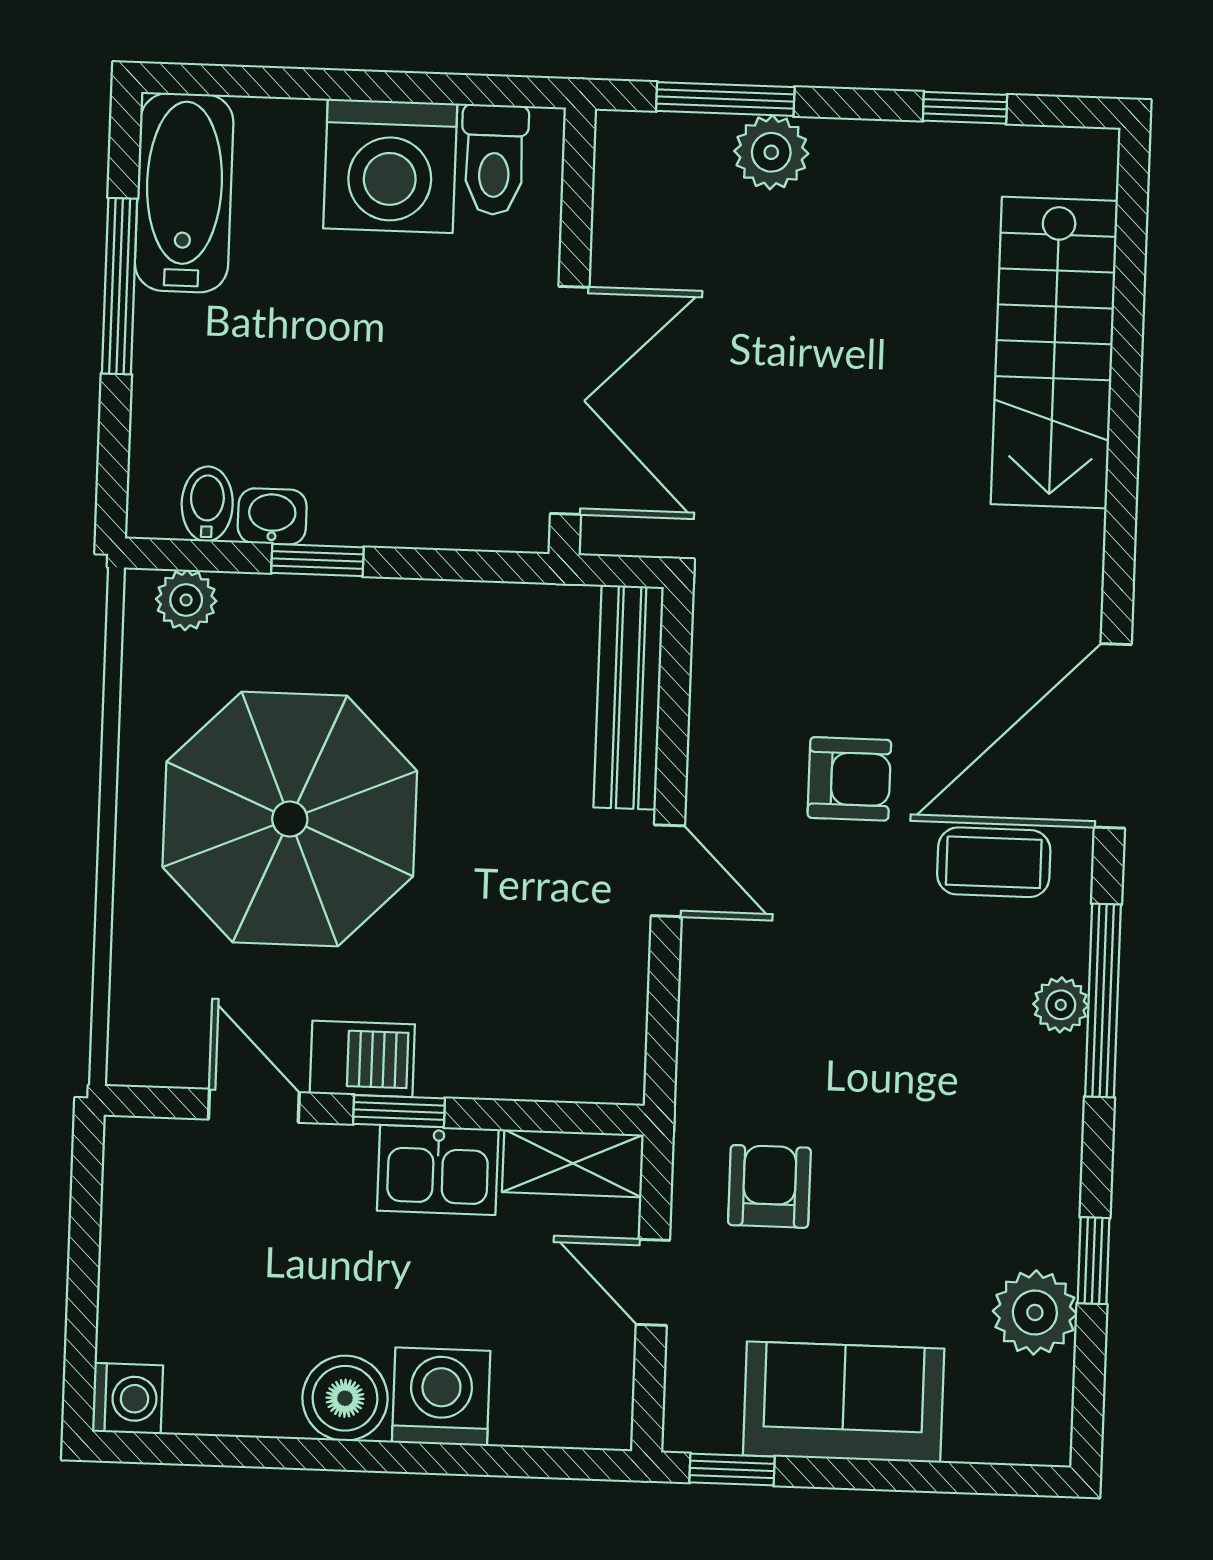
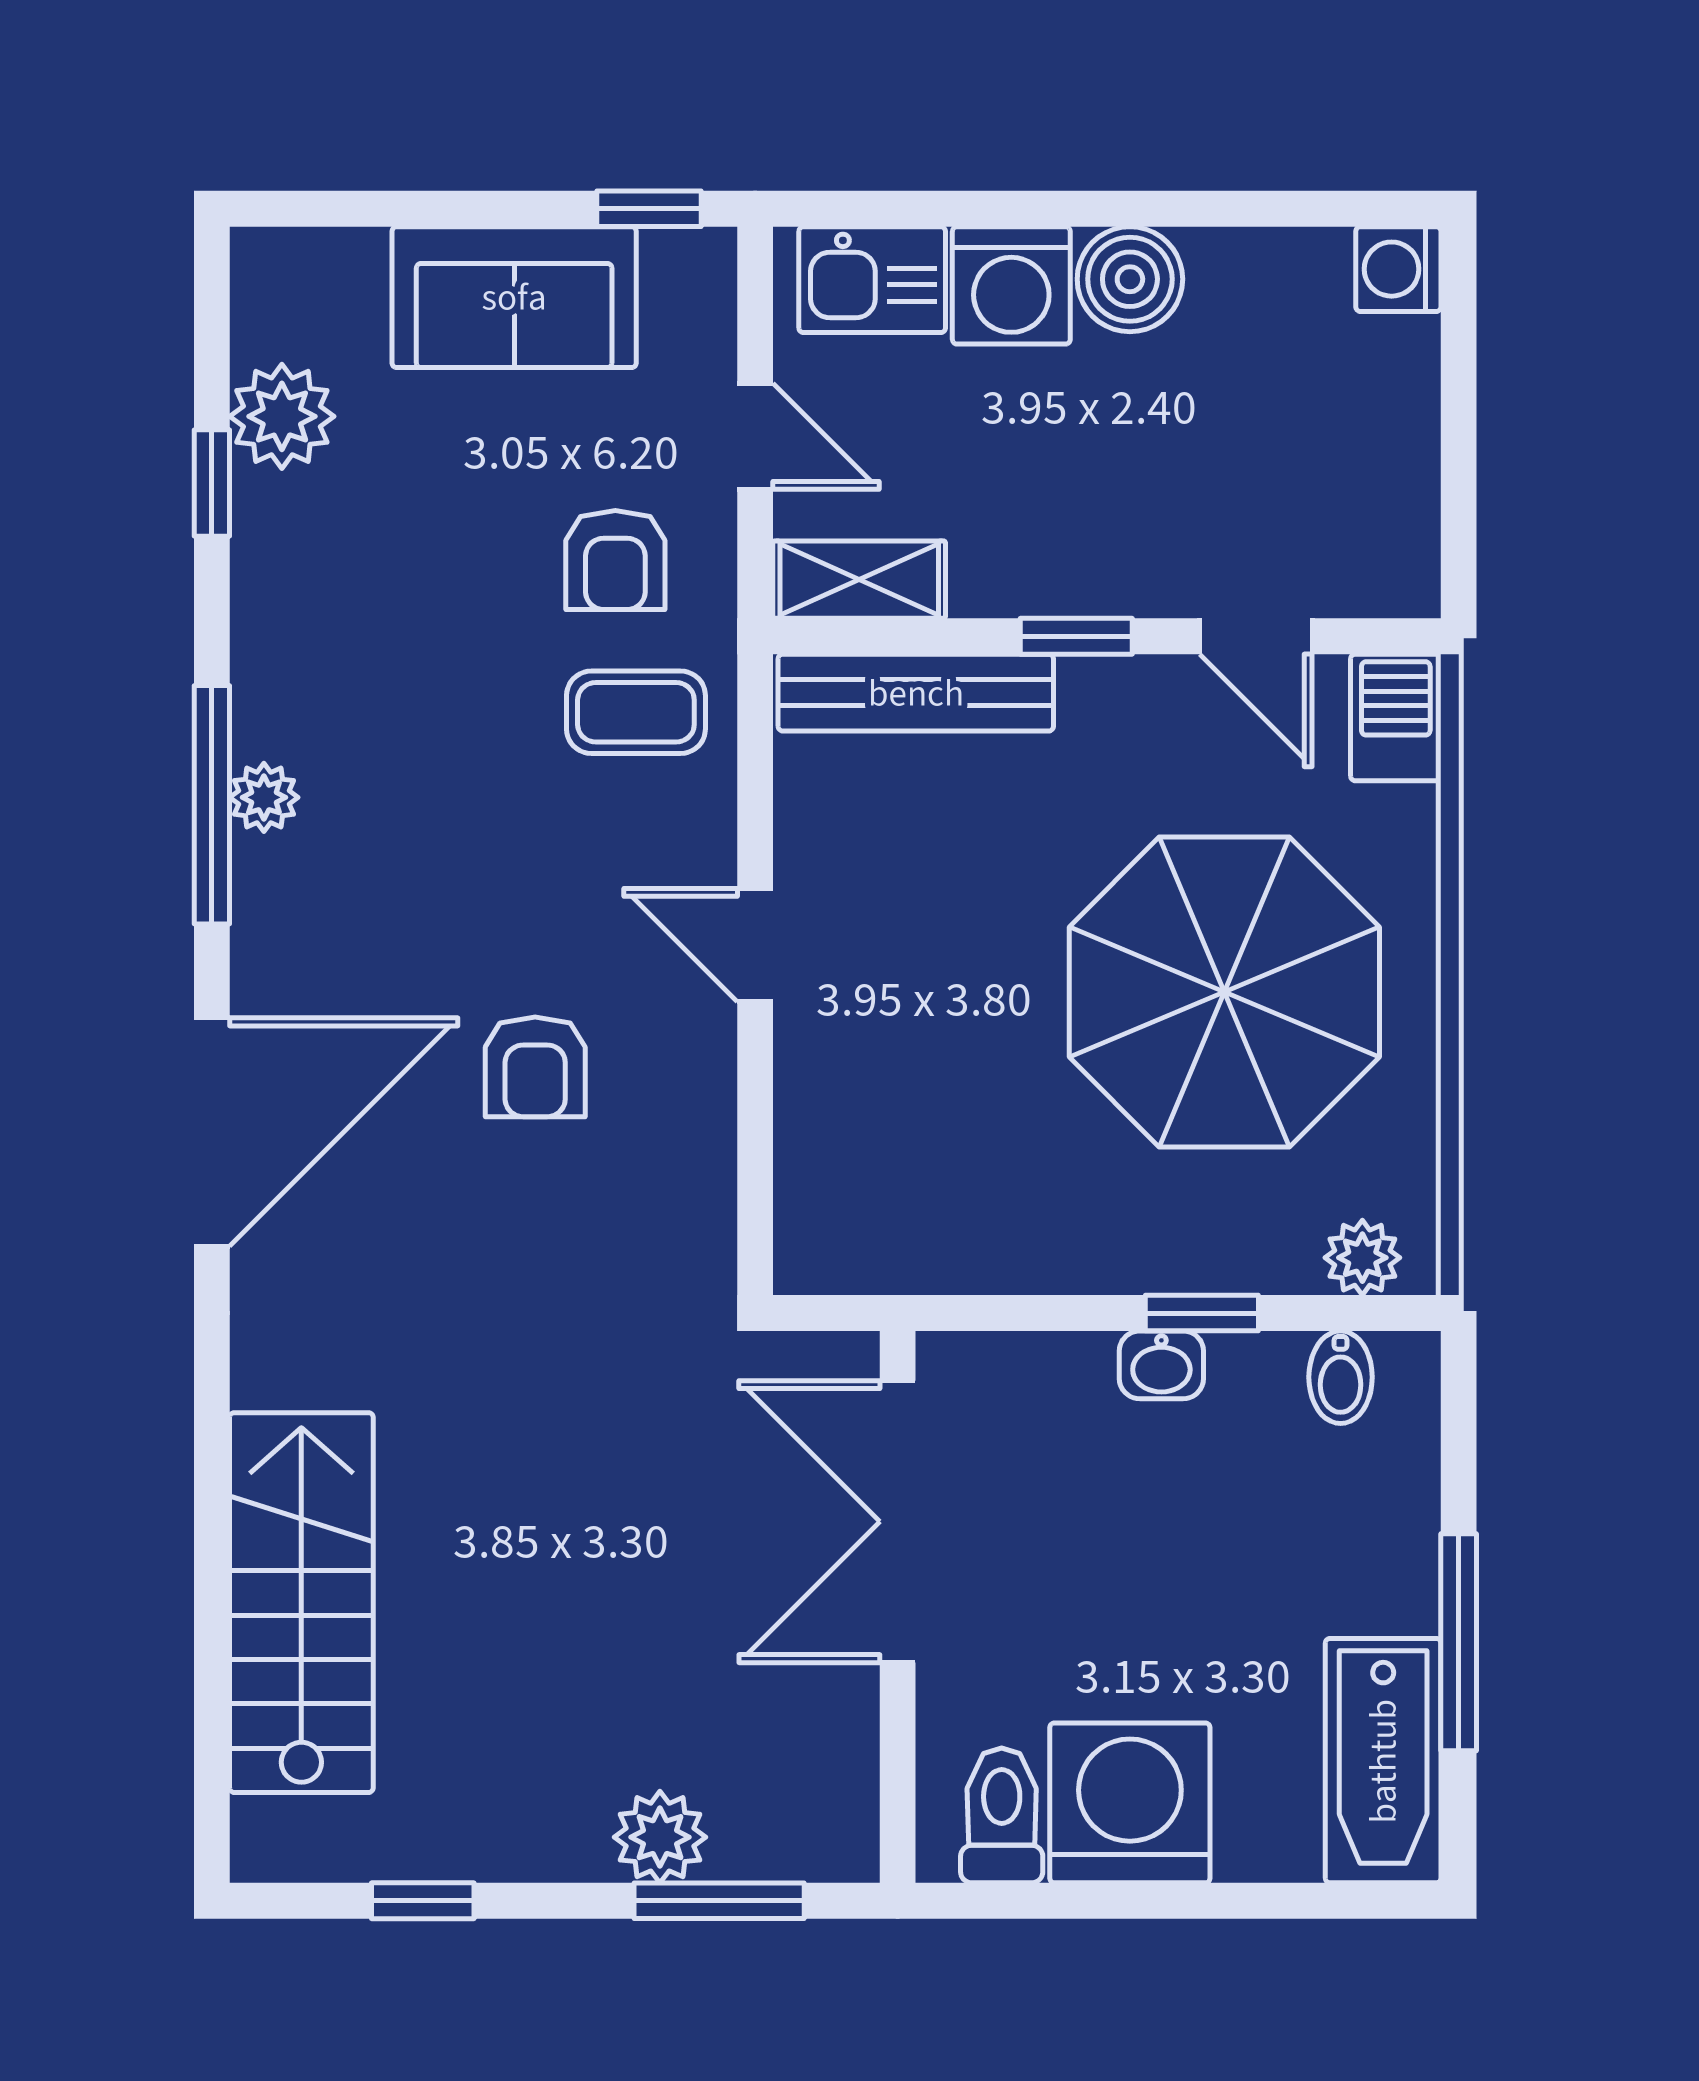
washbasin: (272, 516) -> (1161, 1365), moved
bench: (629, 697) -> (916, 693), moved, turned 90
armchair: (849, 779) -> (535, 1067), turned -90
coffee table: (994, 862) -> (636, 712), moved
barbecue: (362, 1059) -> (1396, 717), moved, turned 90
kitchen sink: (438, 1170) -> (872, 280), moved, turned 180

